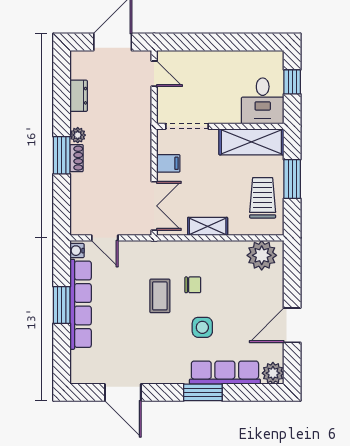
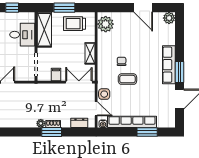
dresser: (79, 96) -> (79, 123), moved
desk: (263, 101) -> (22, 35), moved
door: (105, 238) -> (96, 109), hinge flipped
window: (62, 305) -> (147, 132), moved
side table: (202, 327) -> (104, 94), moved
row of seats: (225, 373) -> (169, 65), moved
window: (203, 392) -> (179, 72), moved

